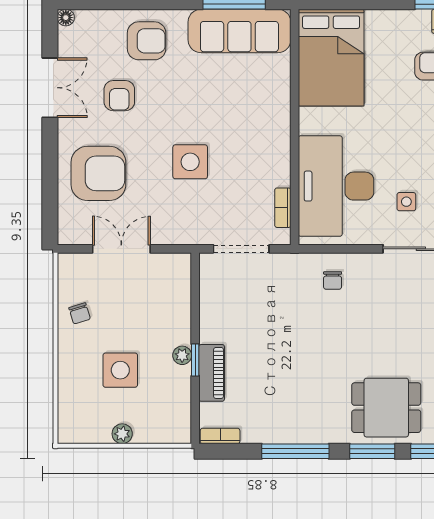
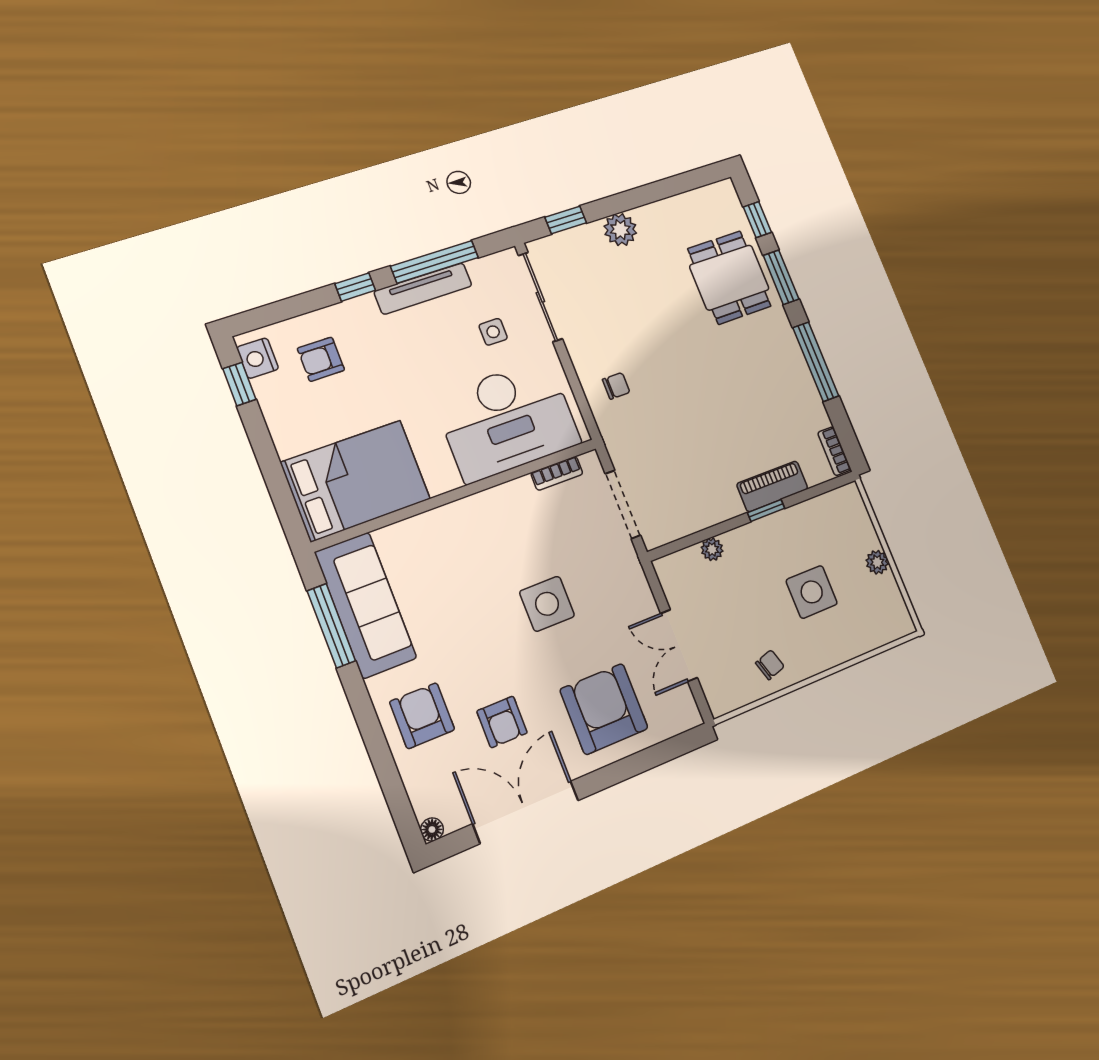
double door: (50, 88) -> (526, 812), width x1.37
armchair: (119, 96) -> (502, 722), turned 90
plant: (182, 355) -> (712, 549), moved

